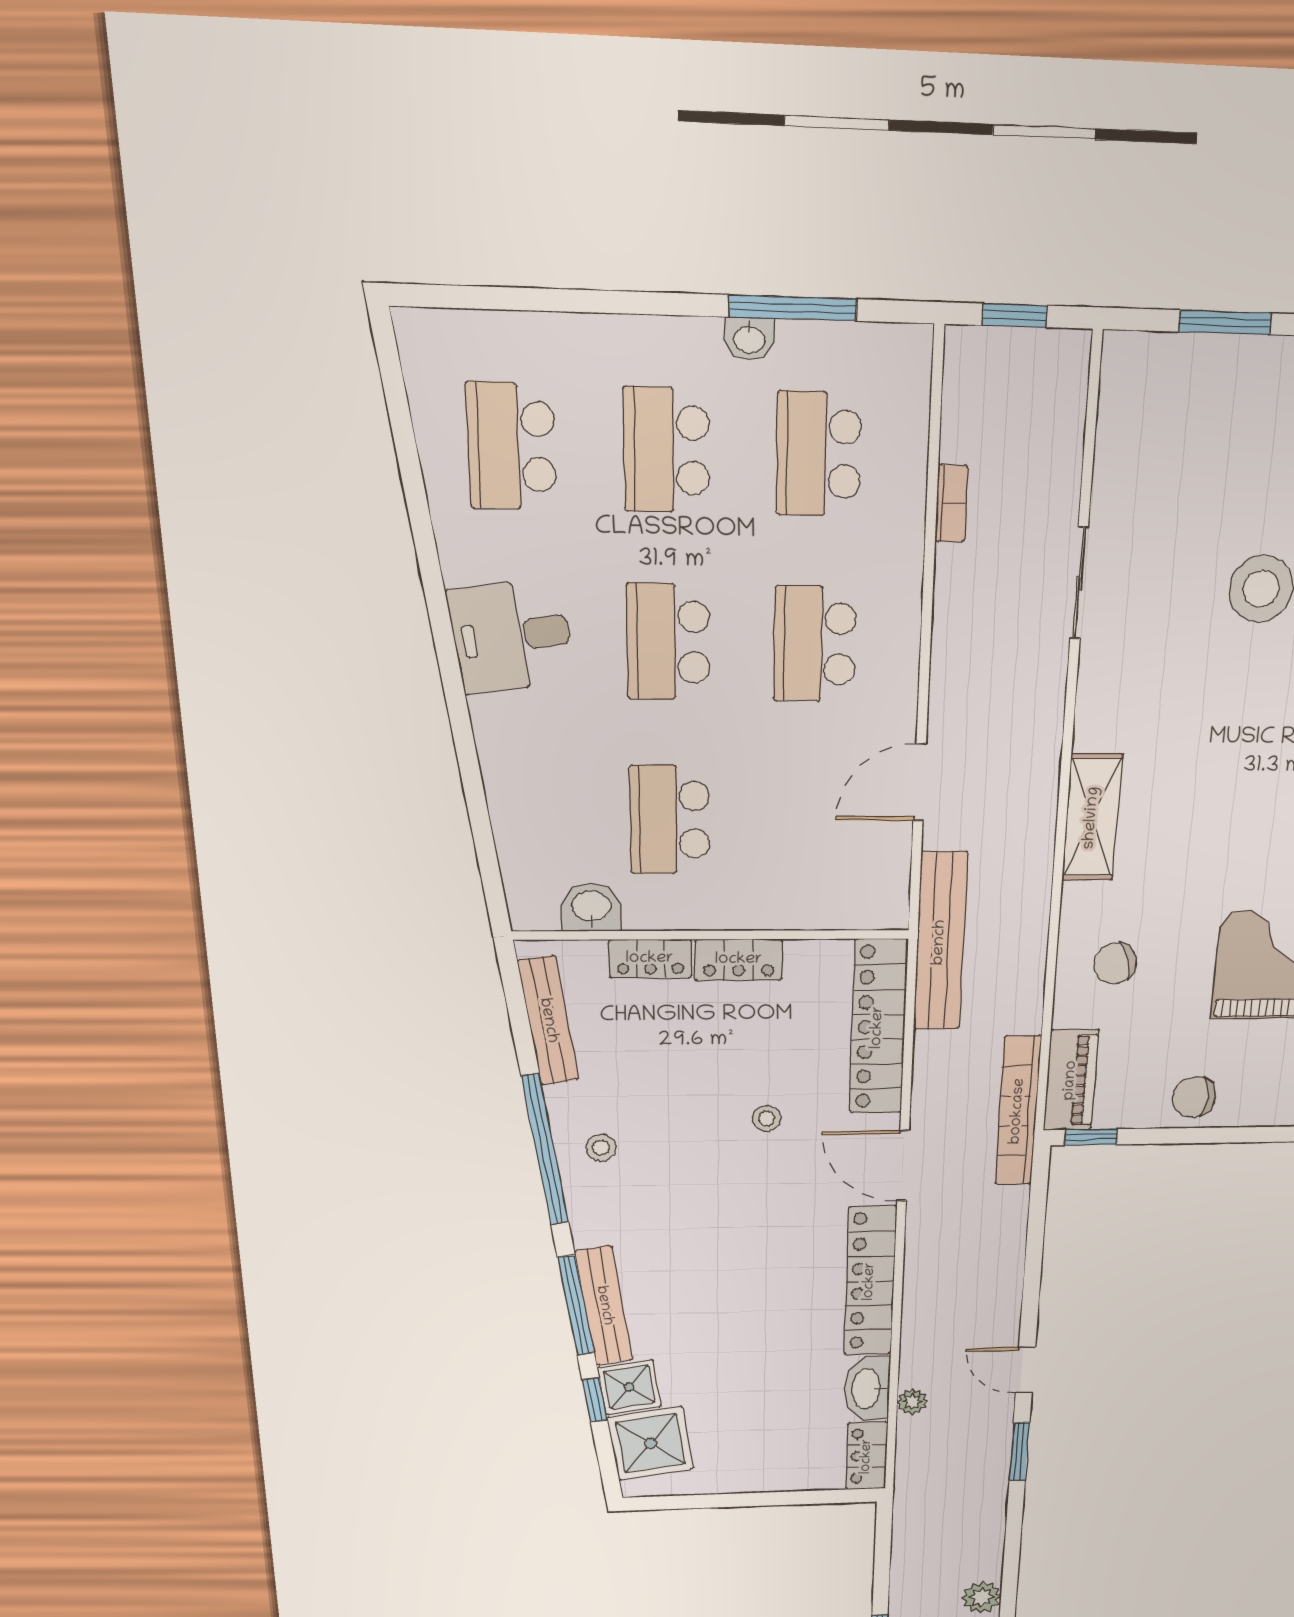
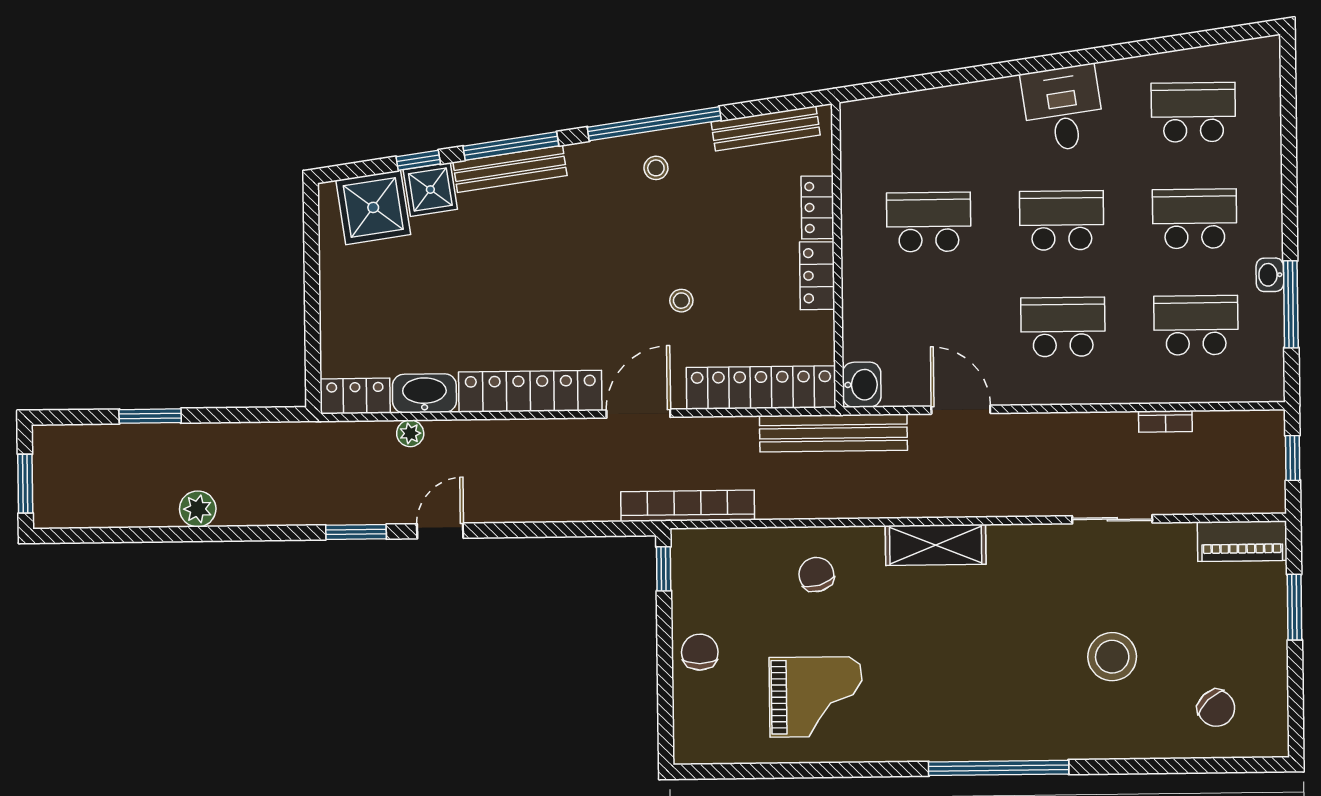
washbasin: (591, 907) -> (862, 385), moved
piano: (1071, 1080) -> (1242, 541), moved

